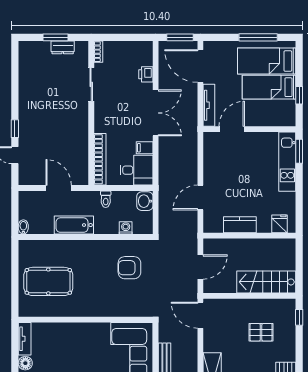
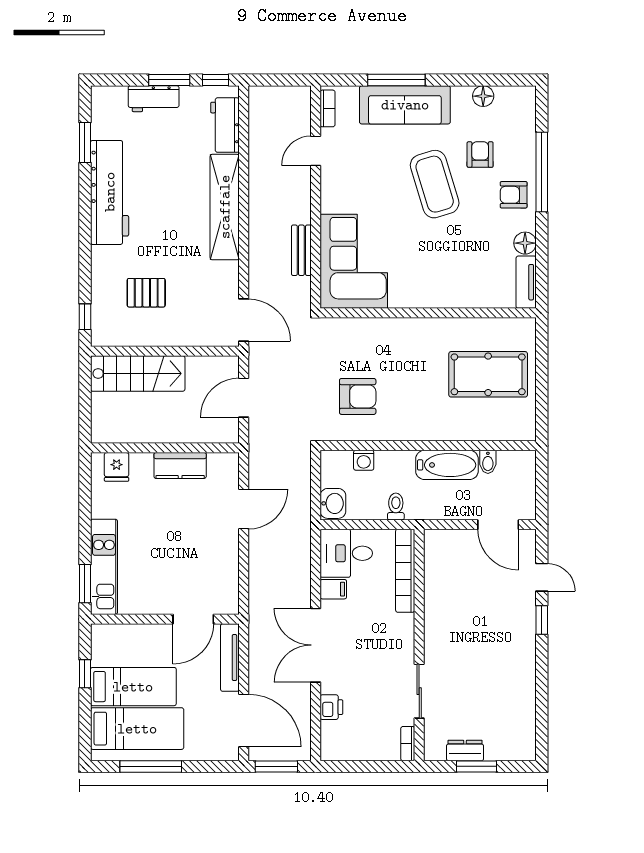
door: (59, 188) -> (498, 525), moved
bidet: (23, 227) -> (488, 462), moved

